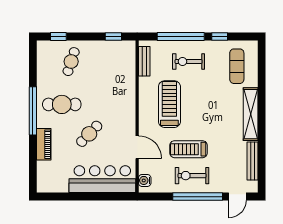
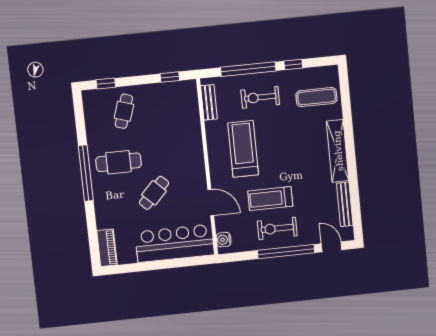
exercise mat: (237, 66) -> (316, 97), turned 90
piano: (44, 144) -> (107, 248), moved
door: (237, 197) -> (332, 247), swing flipped

